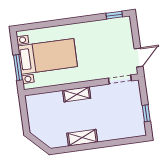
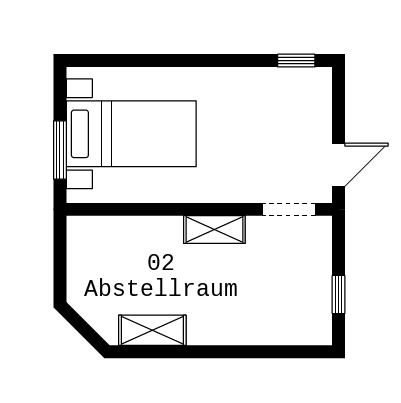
shelving: (77, 94) -> (214, 230), moved
shelving: (82, 138) -> (152, 330), moved

